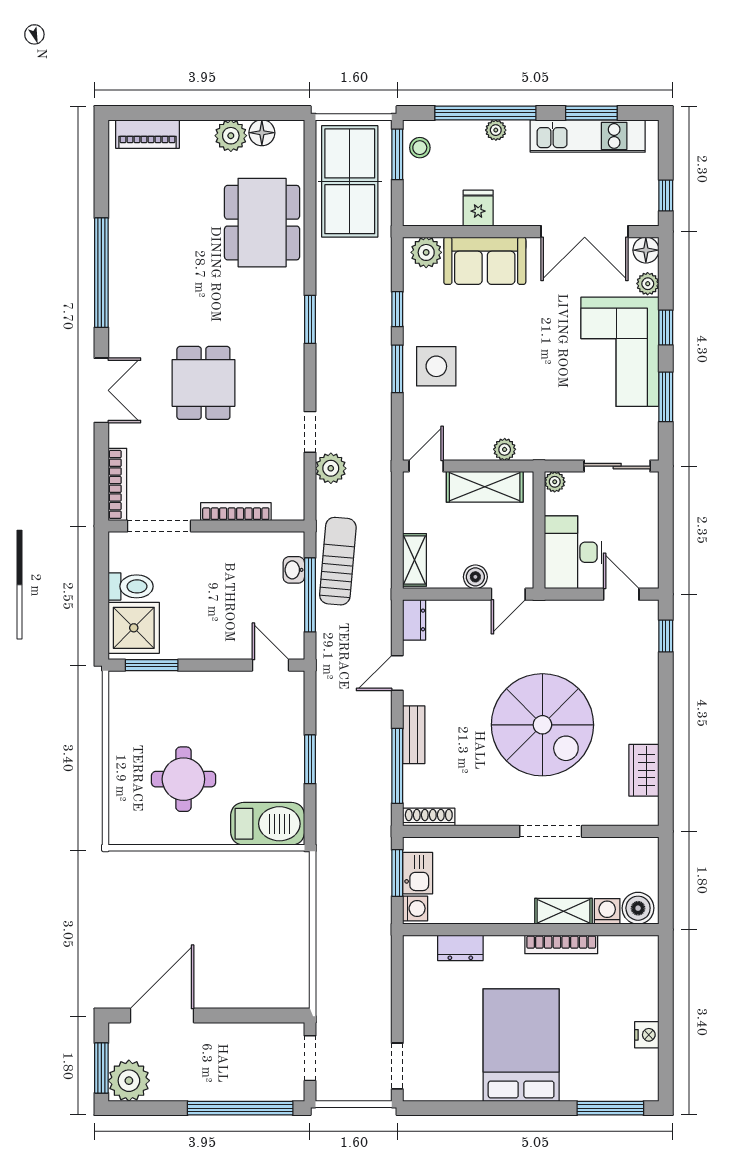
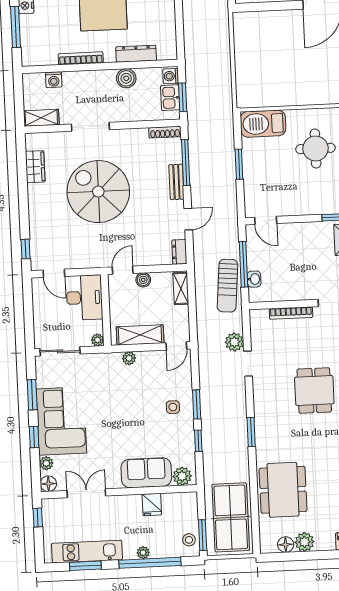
double door: (585, 232) -> (86, 493), width x0.73
side table: (436, 366) -> (173, 407), width x0.54, depth x0.54
boiler: (638, 908) -> (126, 78), moved
shelving: (563, 911) -> (41, 118), moved
dresser: (460, 948) -> (136, 54), width x1.44
window: (666, 1001) -> (15, 27), added

